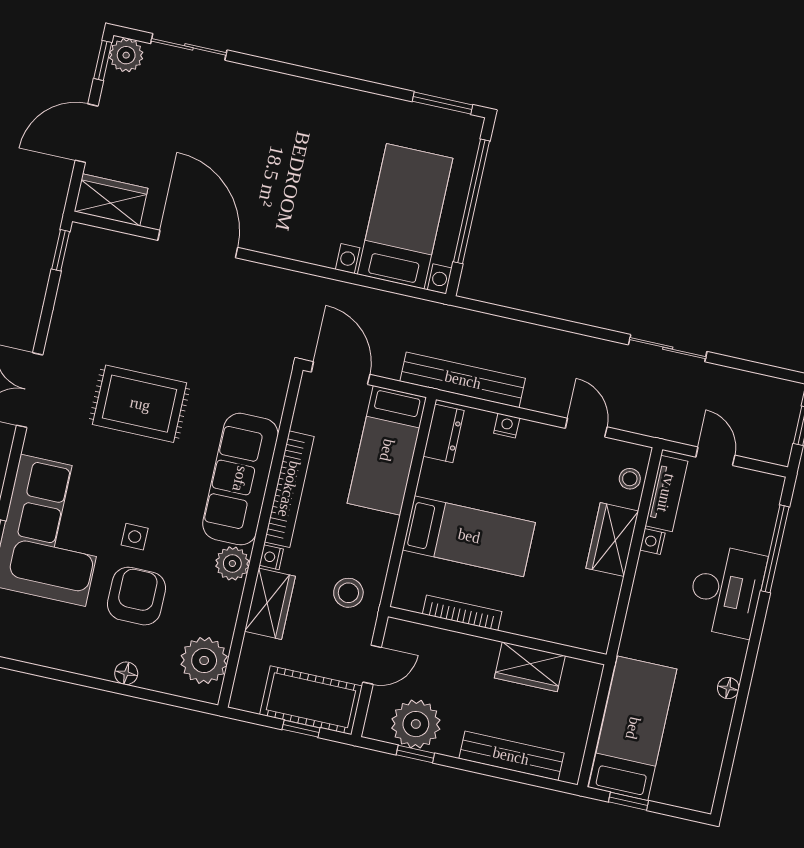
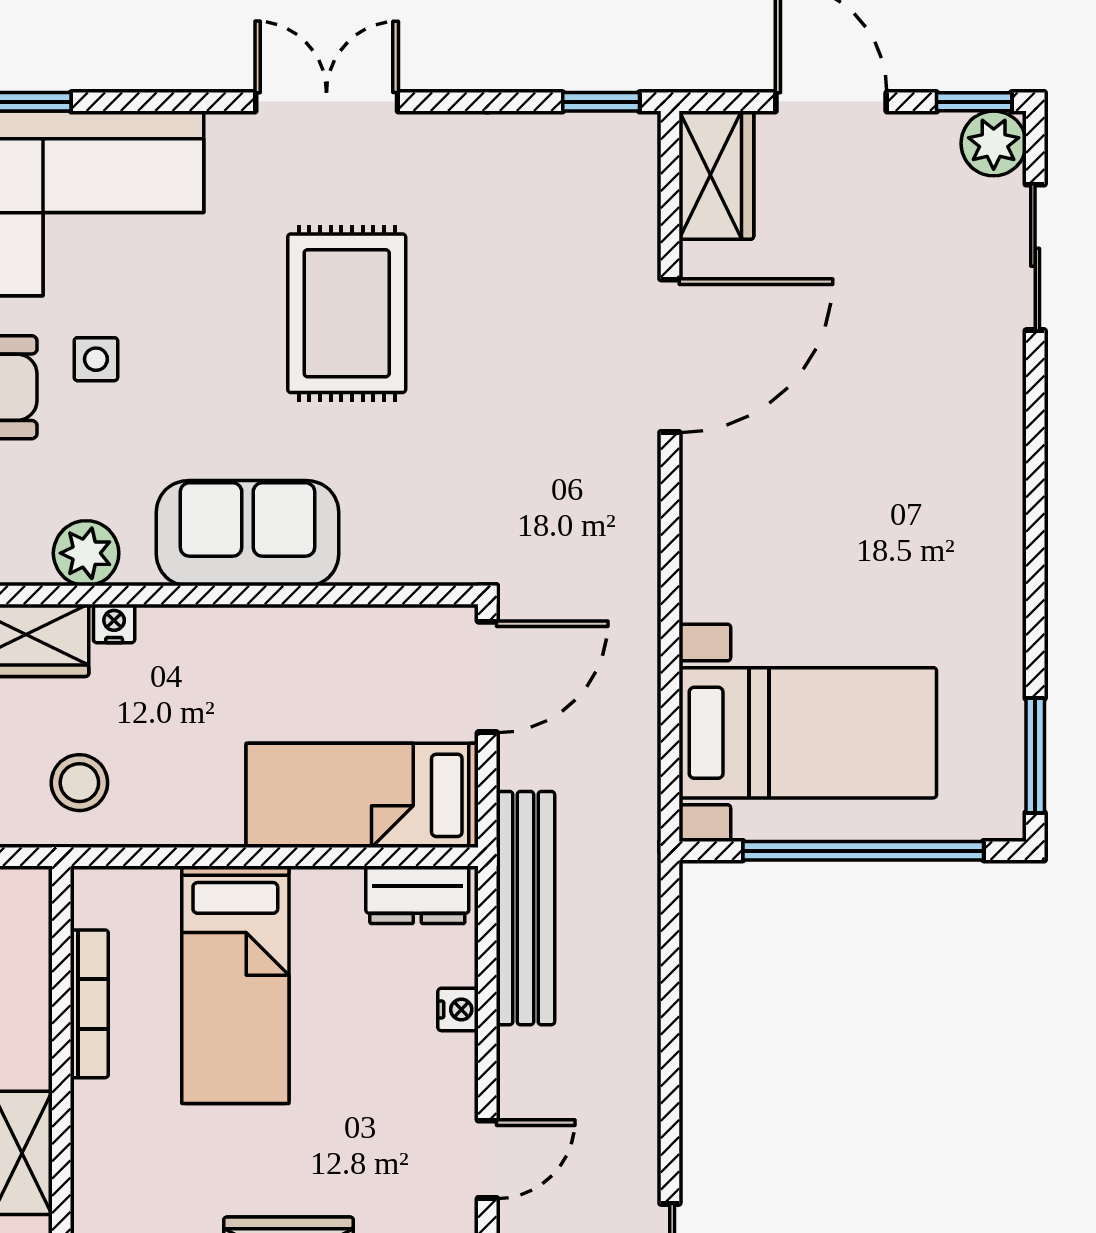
sofa: (240, 479) -> (247, 533), width x0.73
bookcase: (289, 489) -> (249, 629), removed

